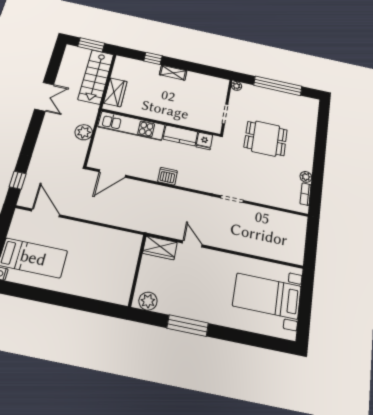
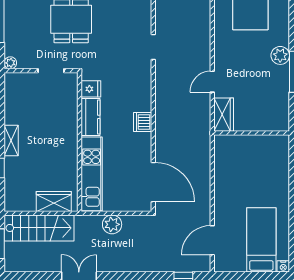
door: (112, 174) -> (153, 182), width x1.36
plant: (148, 301) -> (280, 55), moved

